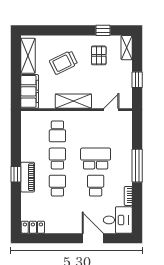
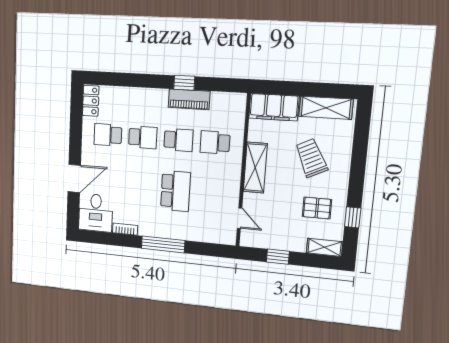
window: (16, 174) -> (184, 83), moved
piano: (28, 177) -> (189, 99), moved
school desk: (96, 186) -> (108, 135), moved, turned 180

